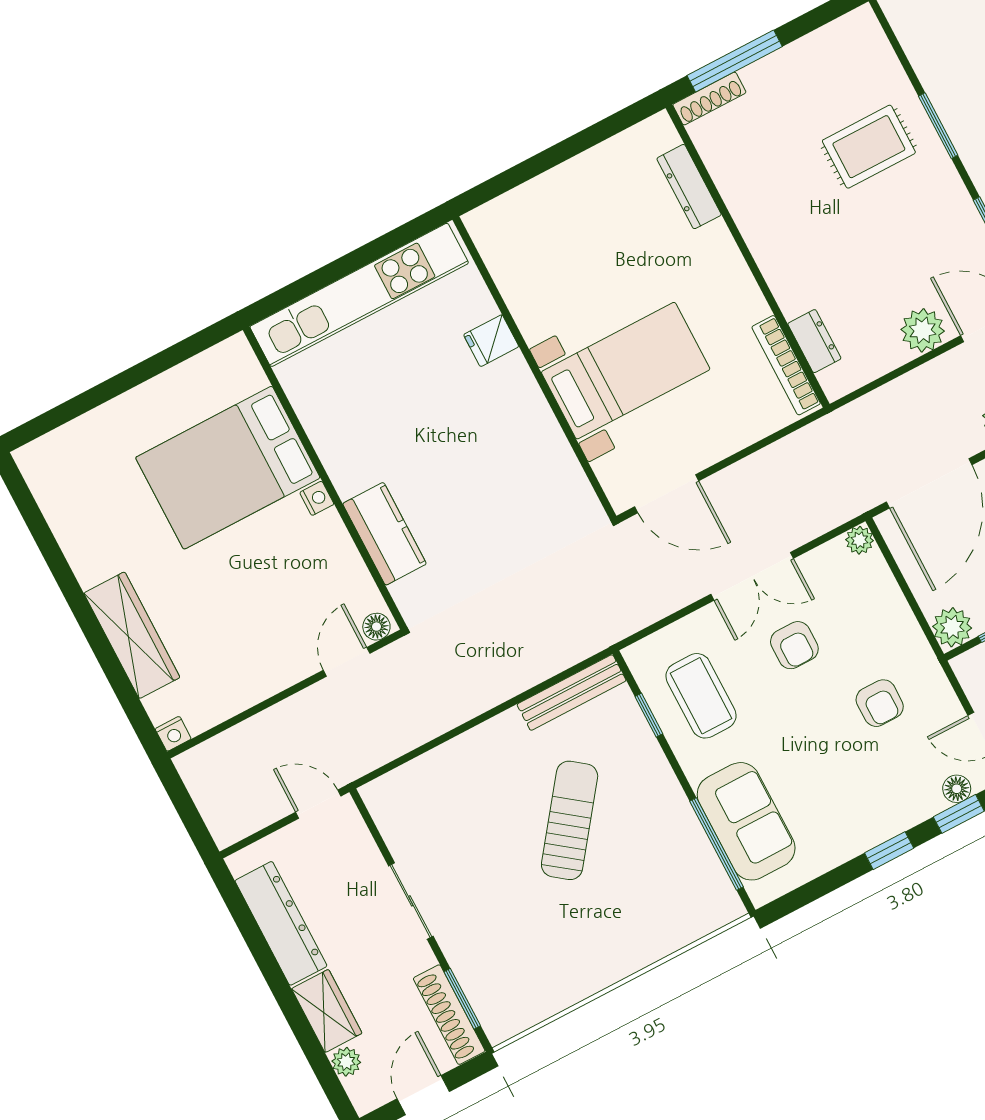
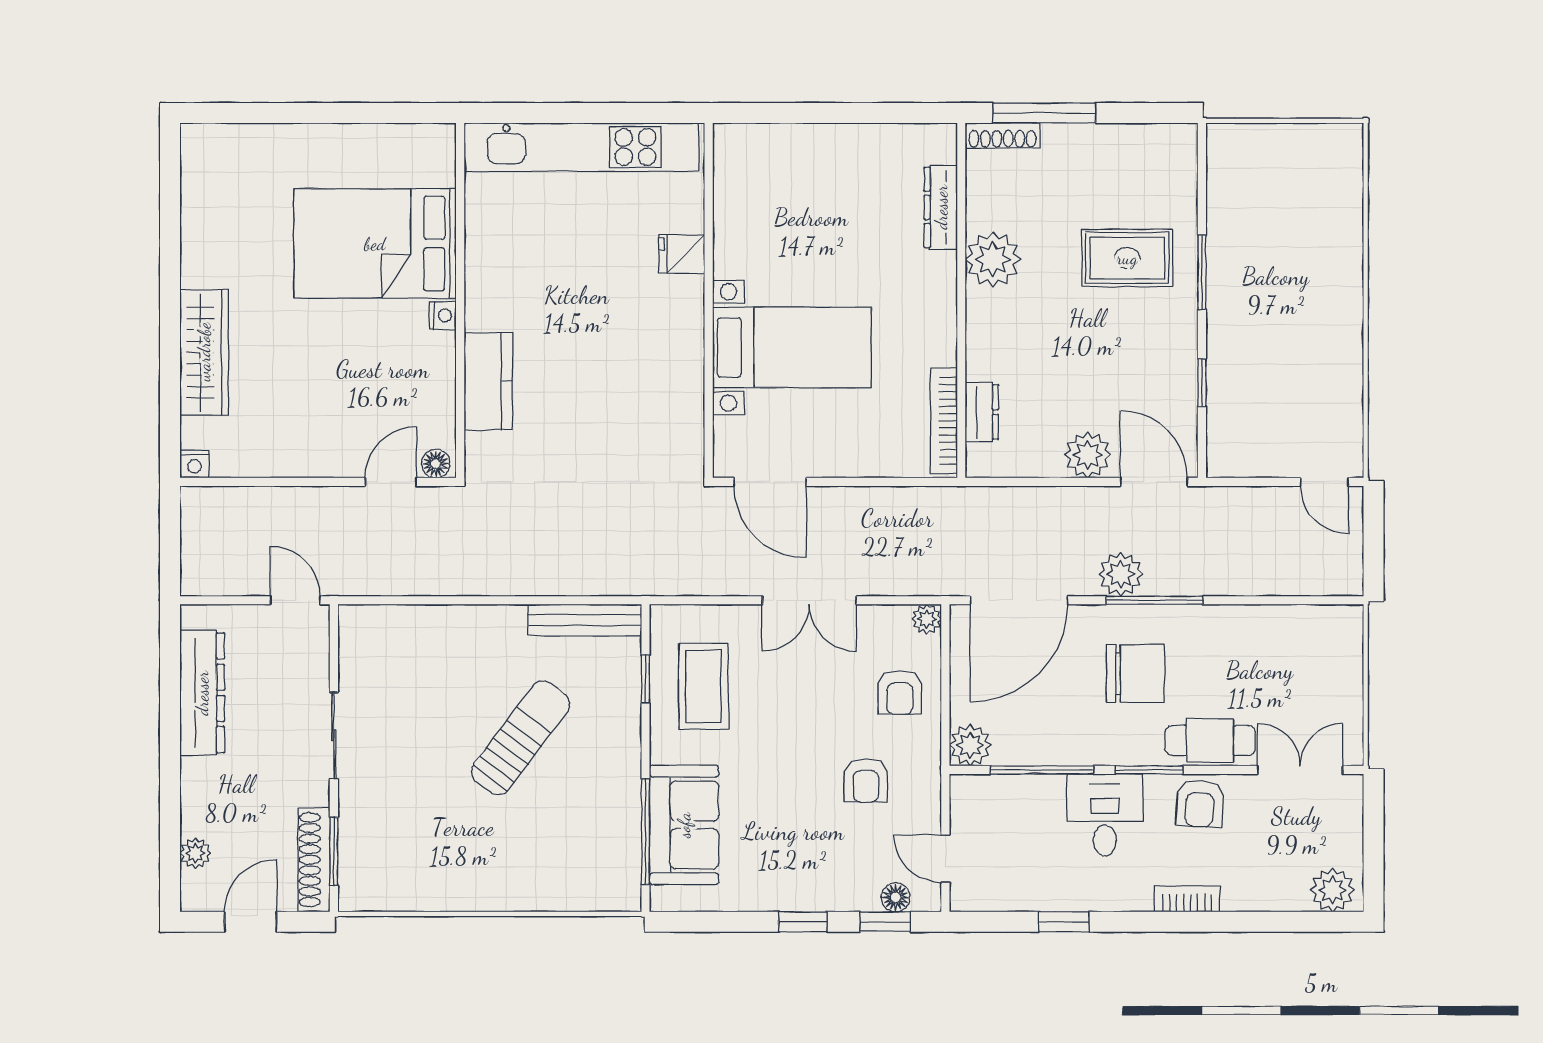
plant: (756, 207) -> (993, 259), added
armchair: (794, 645) -> (900, 692), moved
wardrobe: (327, 1011) -> (202, 797), removed

